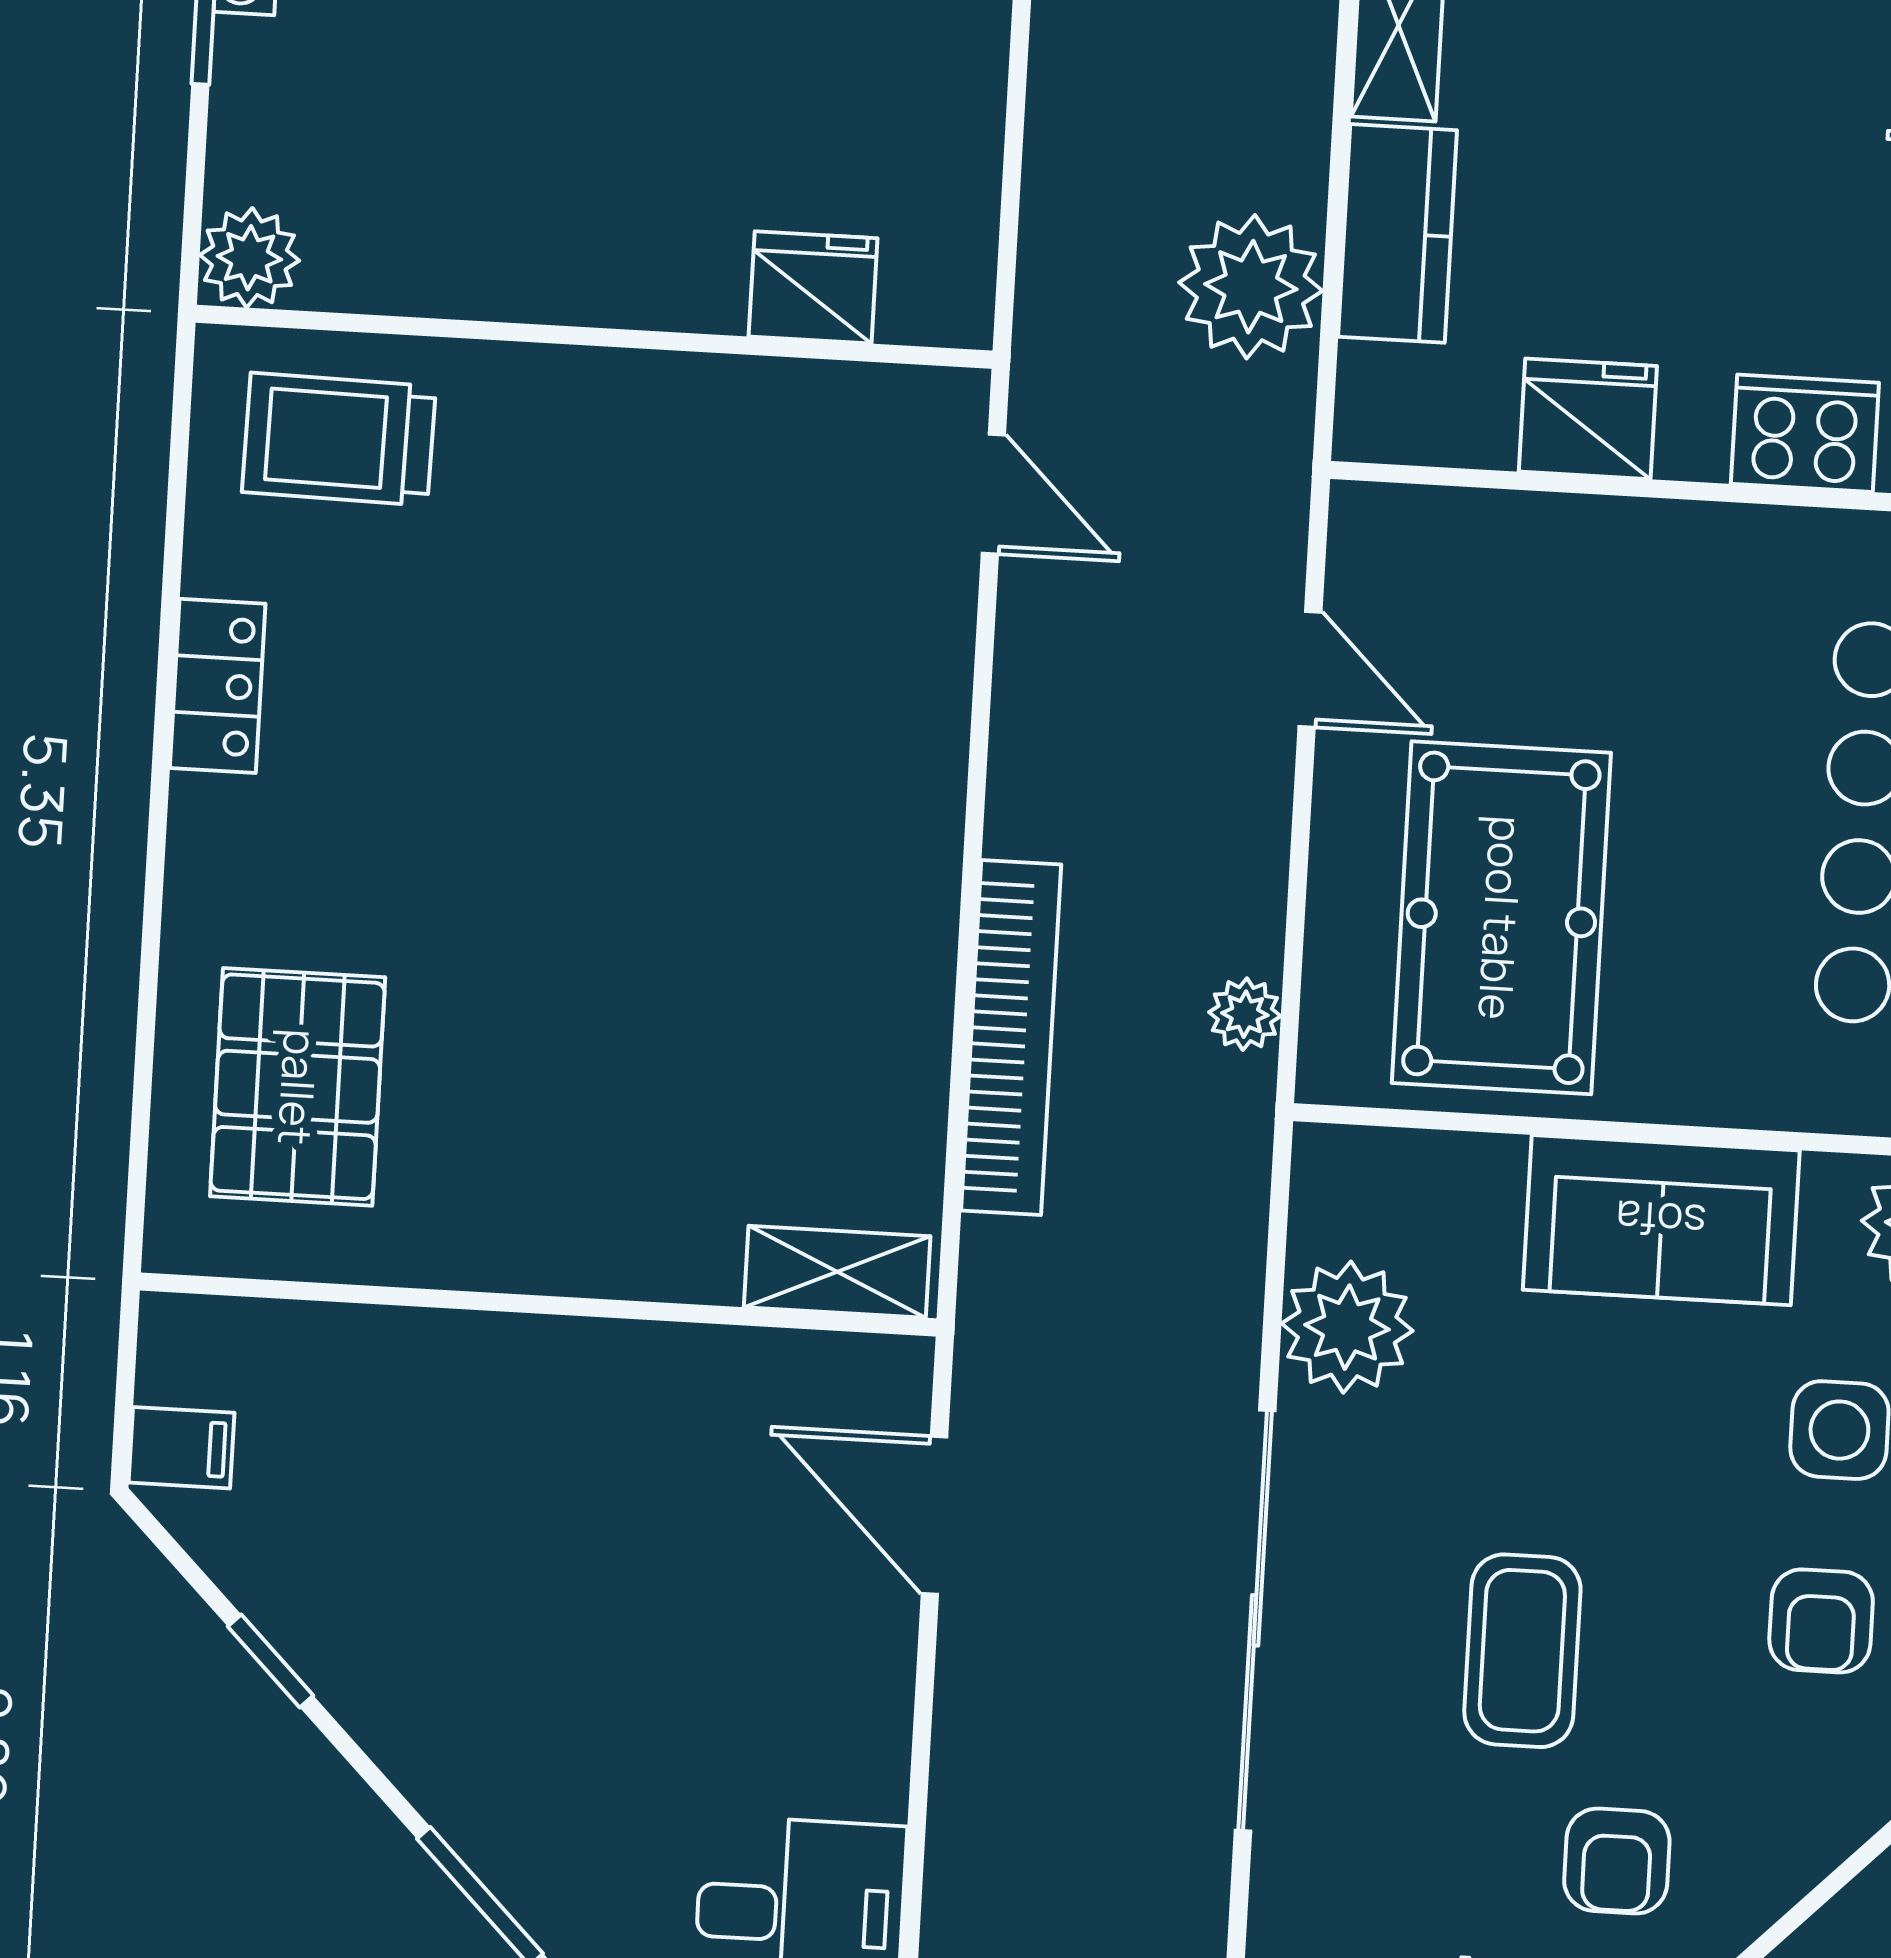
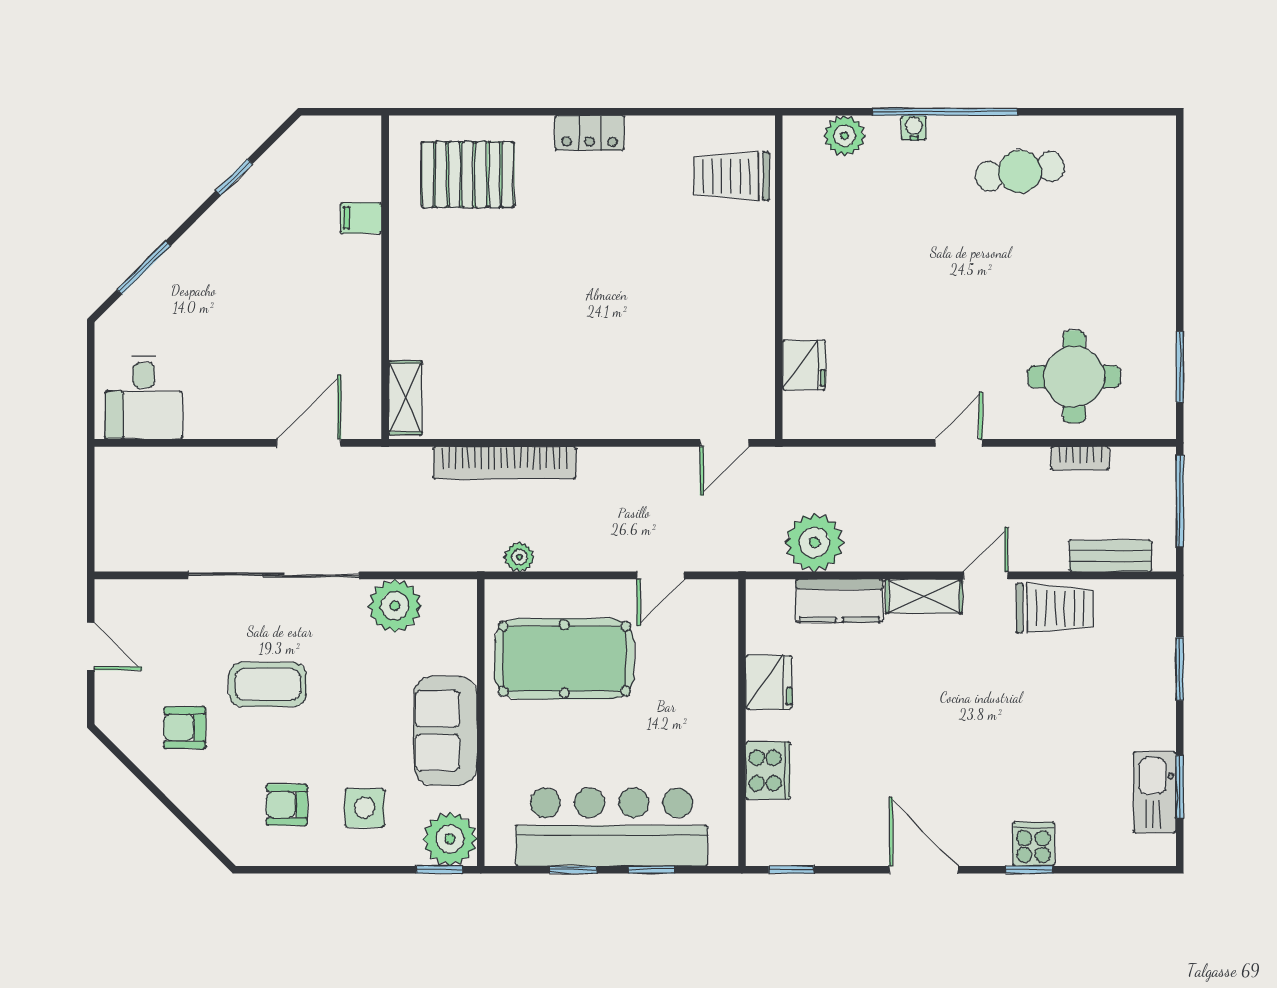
plant: (249, 258) -> (845, 136), moved
trolley: (339, 439) -> (731, 176), turned -91
locker: (218, 686) -> (590, 133), moved
filing cabinet: (182, 1448) -> (361, 218), moved, turned 90

